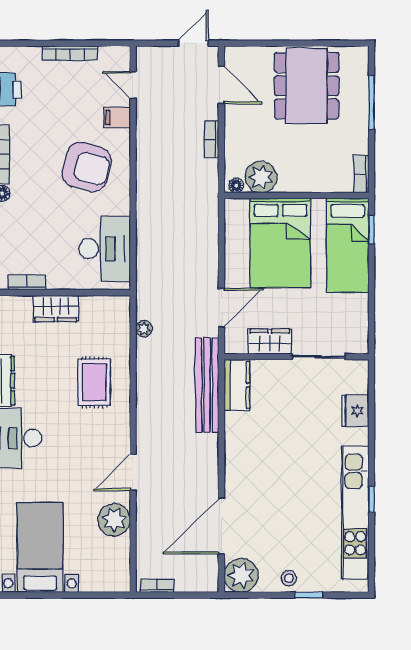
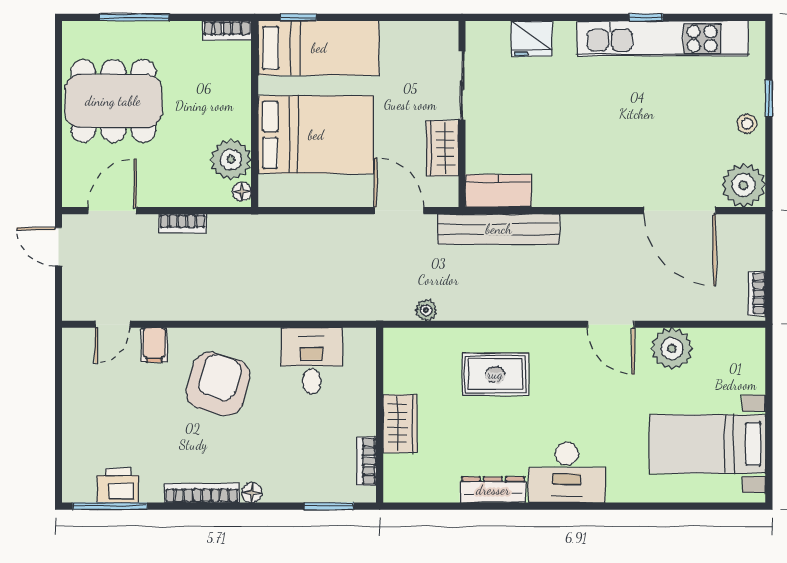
bookcase: (70, 53) -> (71, 405), removed
desk: (105, 249) -> (312, 361), width x0.73

